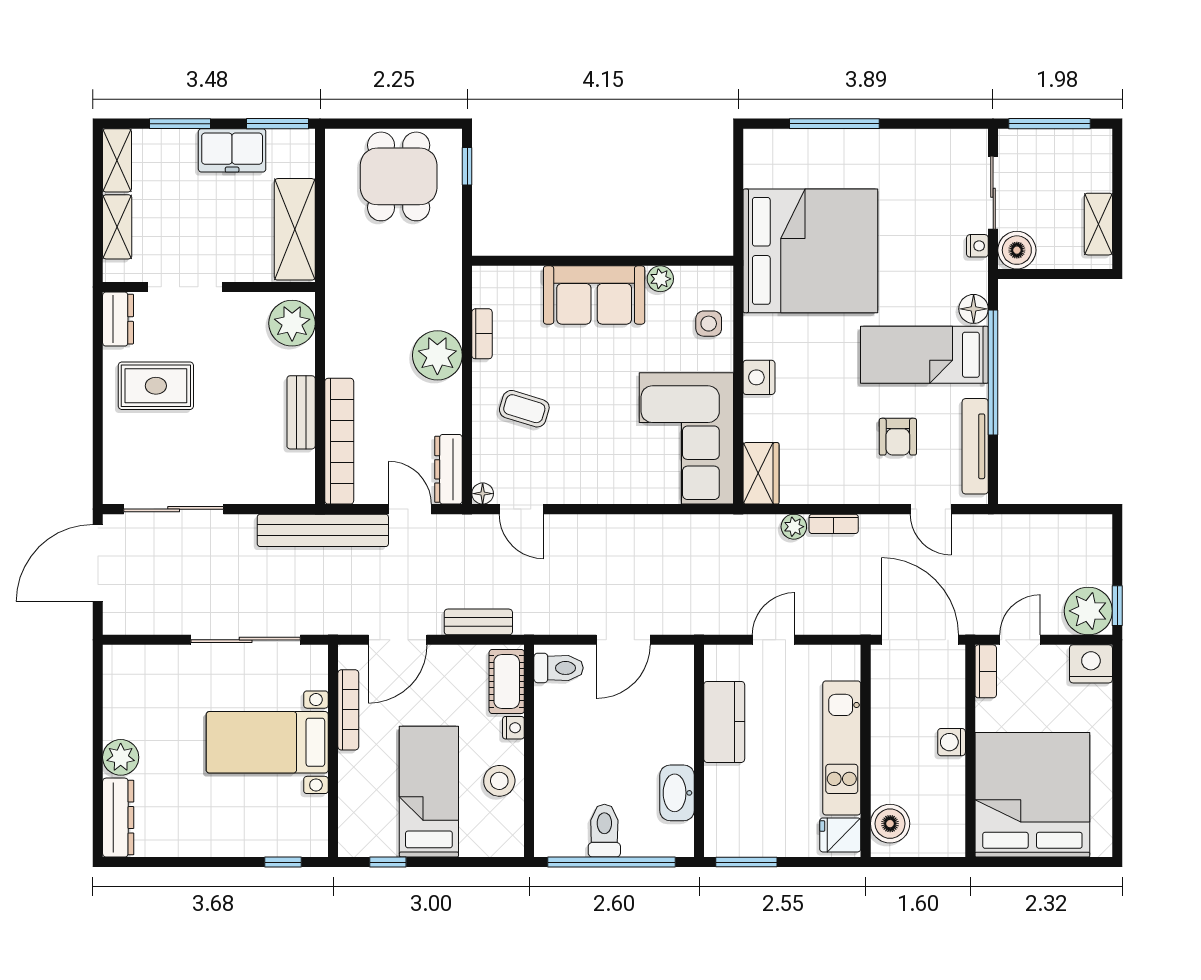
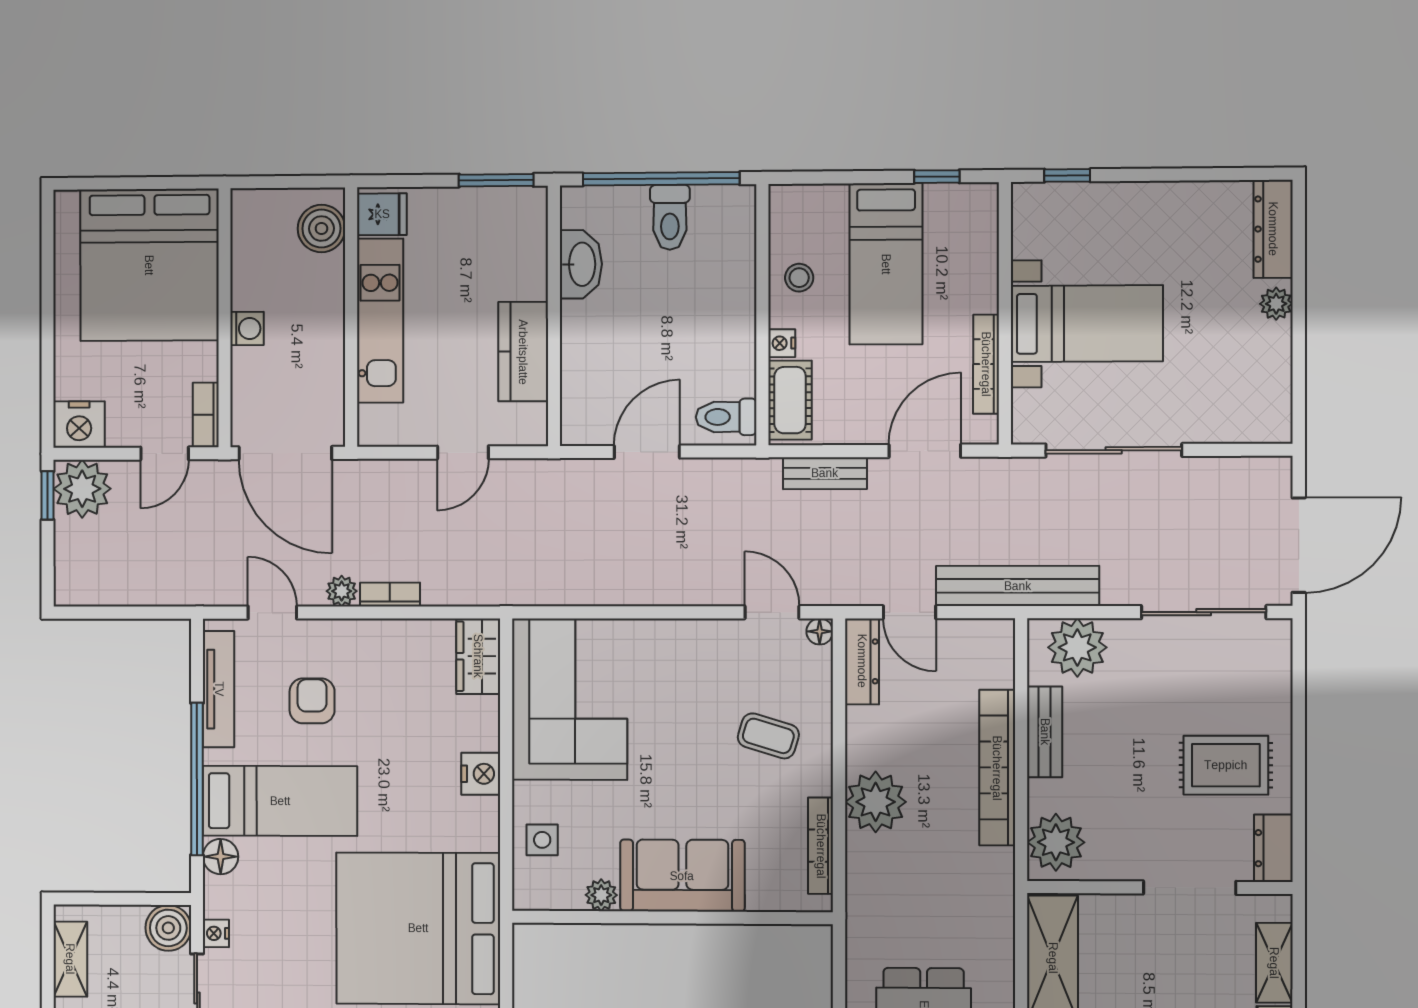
bookcase: (482, 334) -> (821, 846), width x1.56
bookcase: (339, 441) -> (997, 768), moved
plant: (275, 481) -> (1077, 647), added
plant: (794, 527) -> (342, 591), moved
plant: (121, 757) -> (1276, 304), width x0.73, depth x0.73
stool: (499, 781) -> (799, 278), width x0.73, depth x0.73

